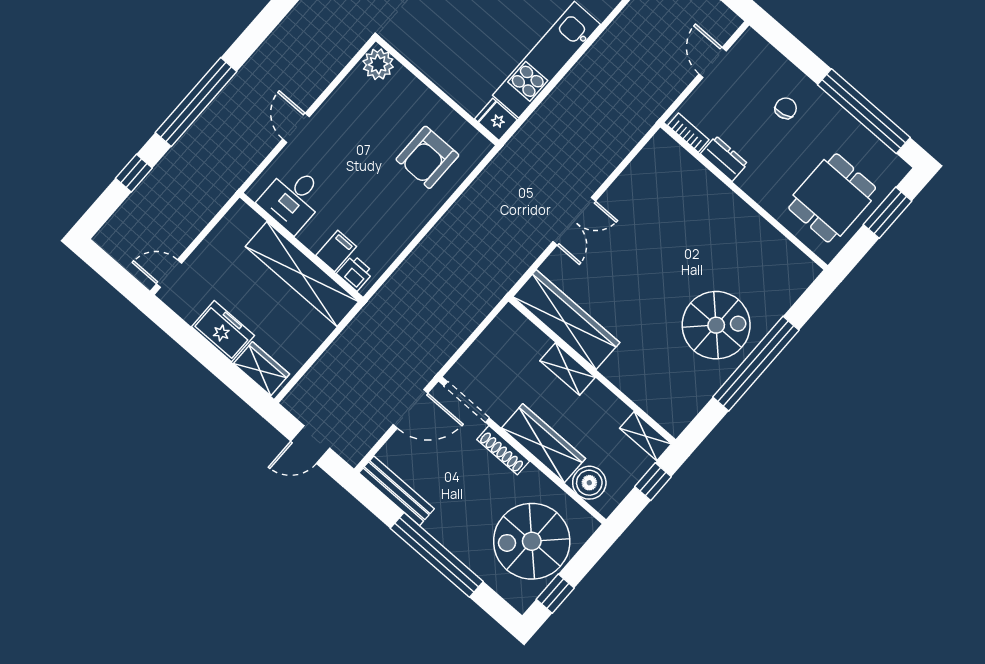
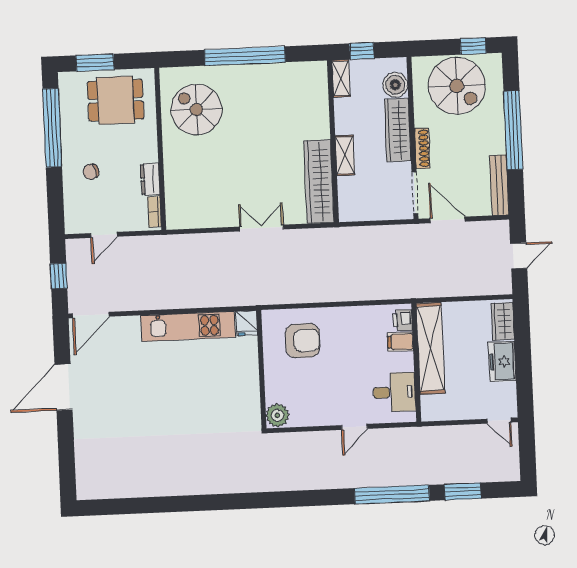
window: (134, 173) -> (463, 491), width x1.50
spiral stairs: (716, 325) -> (196, 110), moved
door: (310, 445) -> (519, 256), hinge flipped

